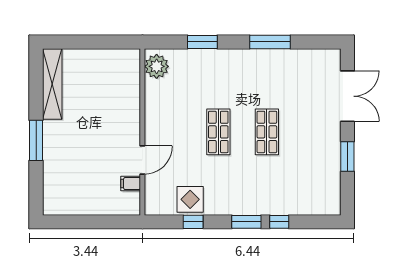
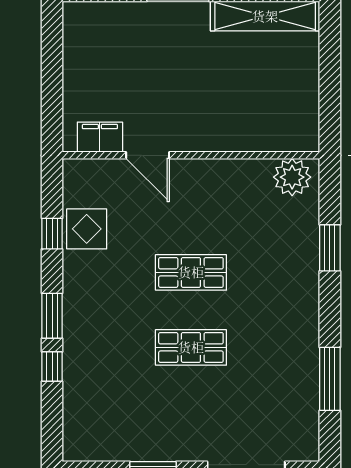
window: (270, 42) -> (330, 379), moved
filing cabinet: (131, 184) -> (100, 137), width x2.00

